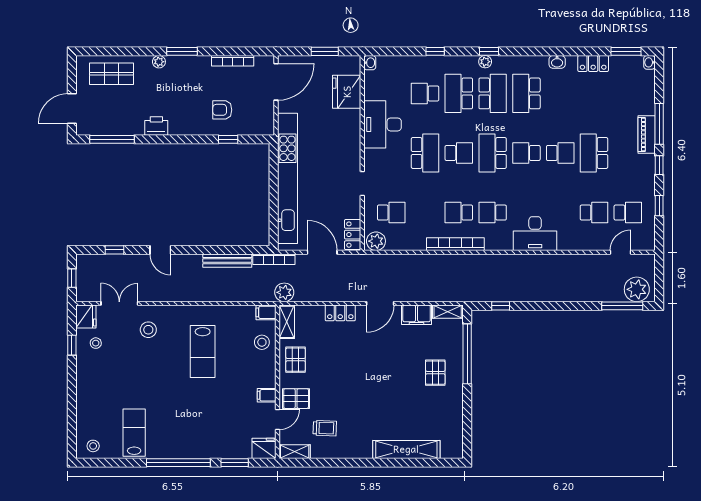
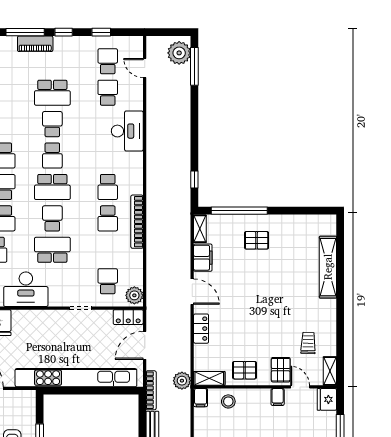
desk: (535, 234) -> (127, 131), moved

